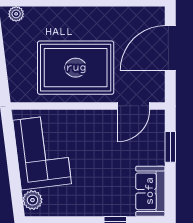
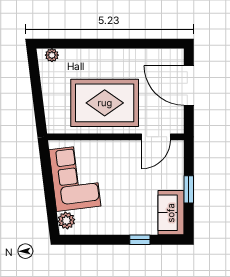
door: (170, 48) -> (189, 86), hinge flipped
window: (170, 147) -> (189, 189), moved

